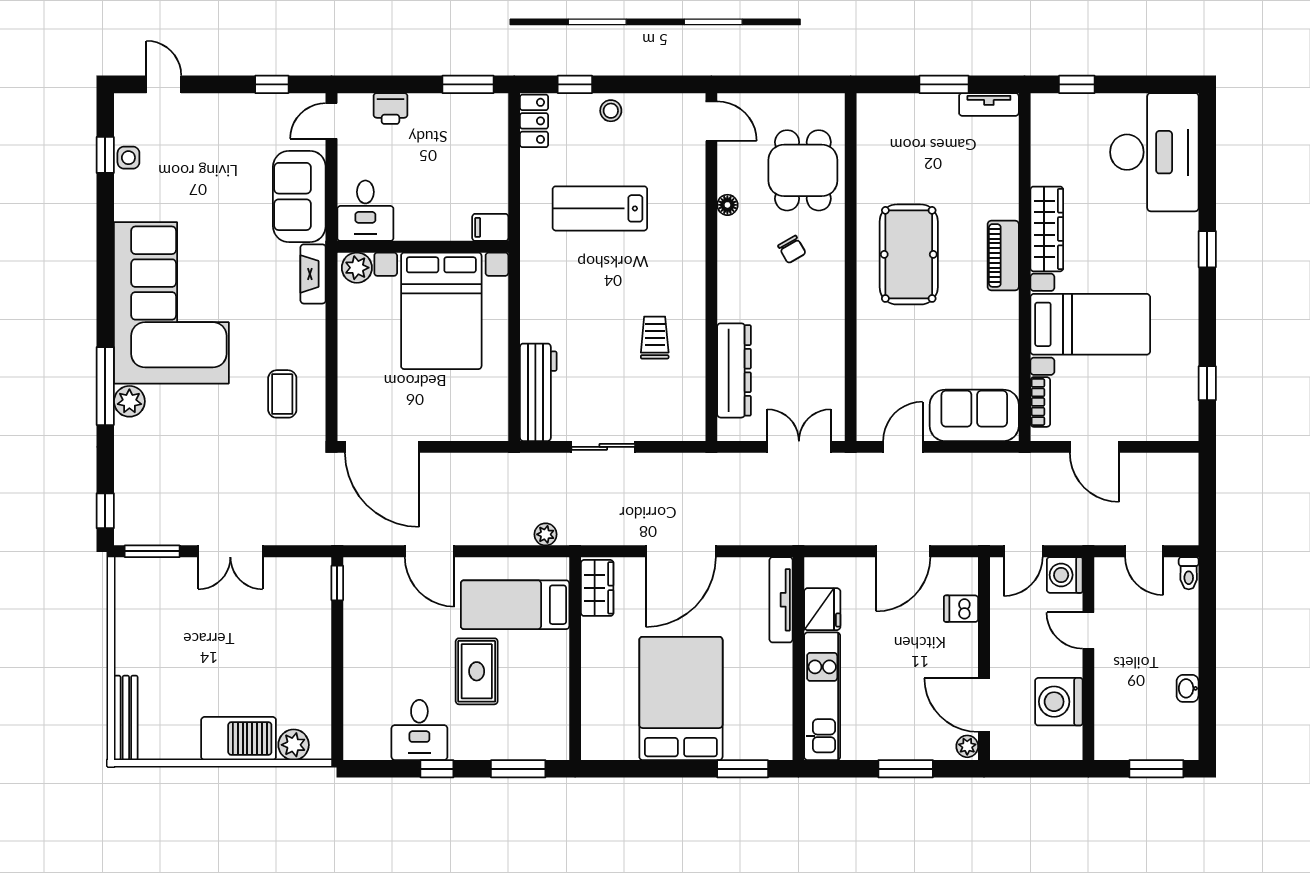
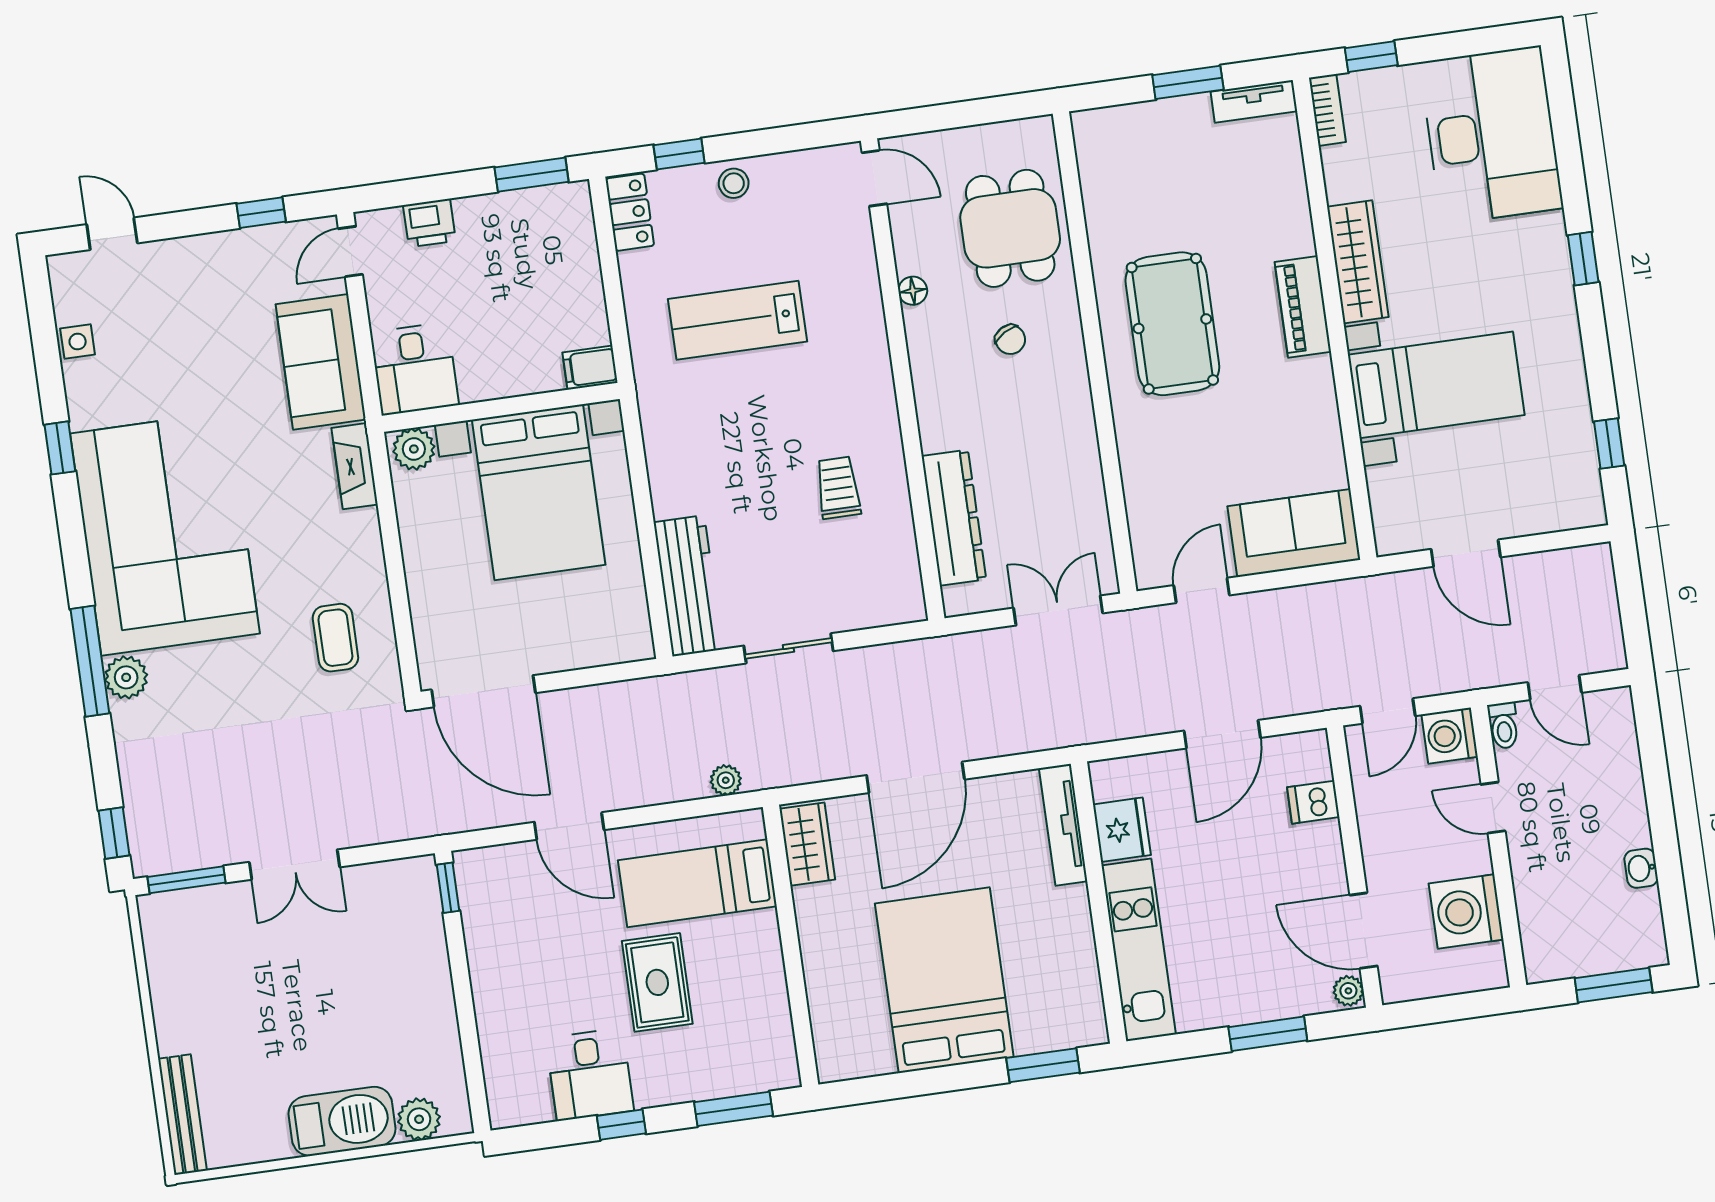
window: (105, 155) -> (60, 448), moved
bookcase: (1040, 402) -> (1327, 110), moved
toilet: (1189, 573) -> (1504, 726), moved

